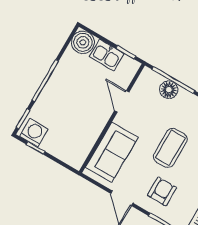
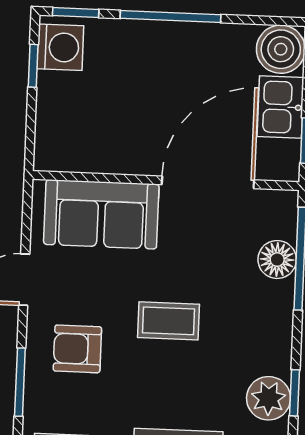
door: (122, 101) -> (208, 182), width x1.88
coffee table: (170, 148) -> (168, 321), width x0.73, depth x0.77
armchair: (162, 192) -> (77, 349), turned 180

